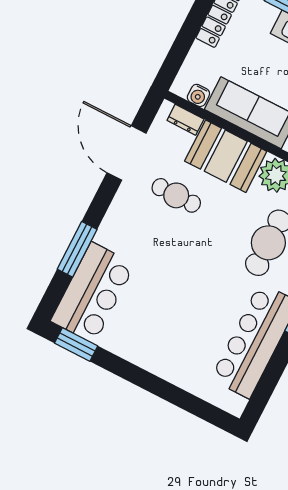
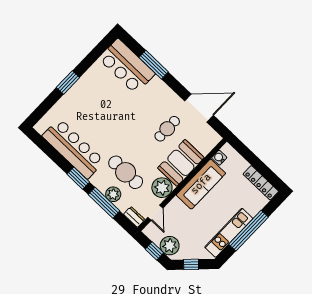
dresser: (185, 120) -> (208, 146), removed
window: (76, 345) -> (68, 83), moved

